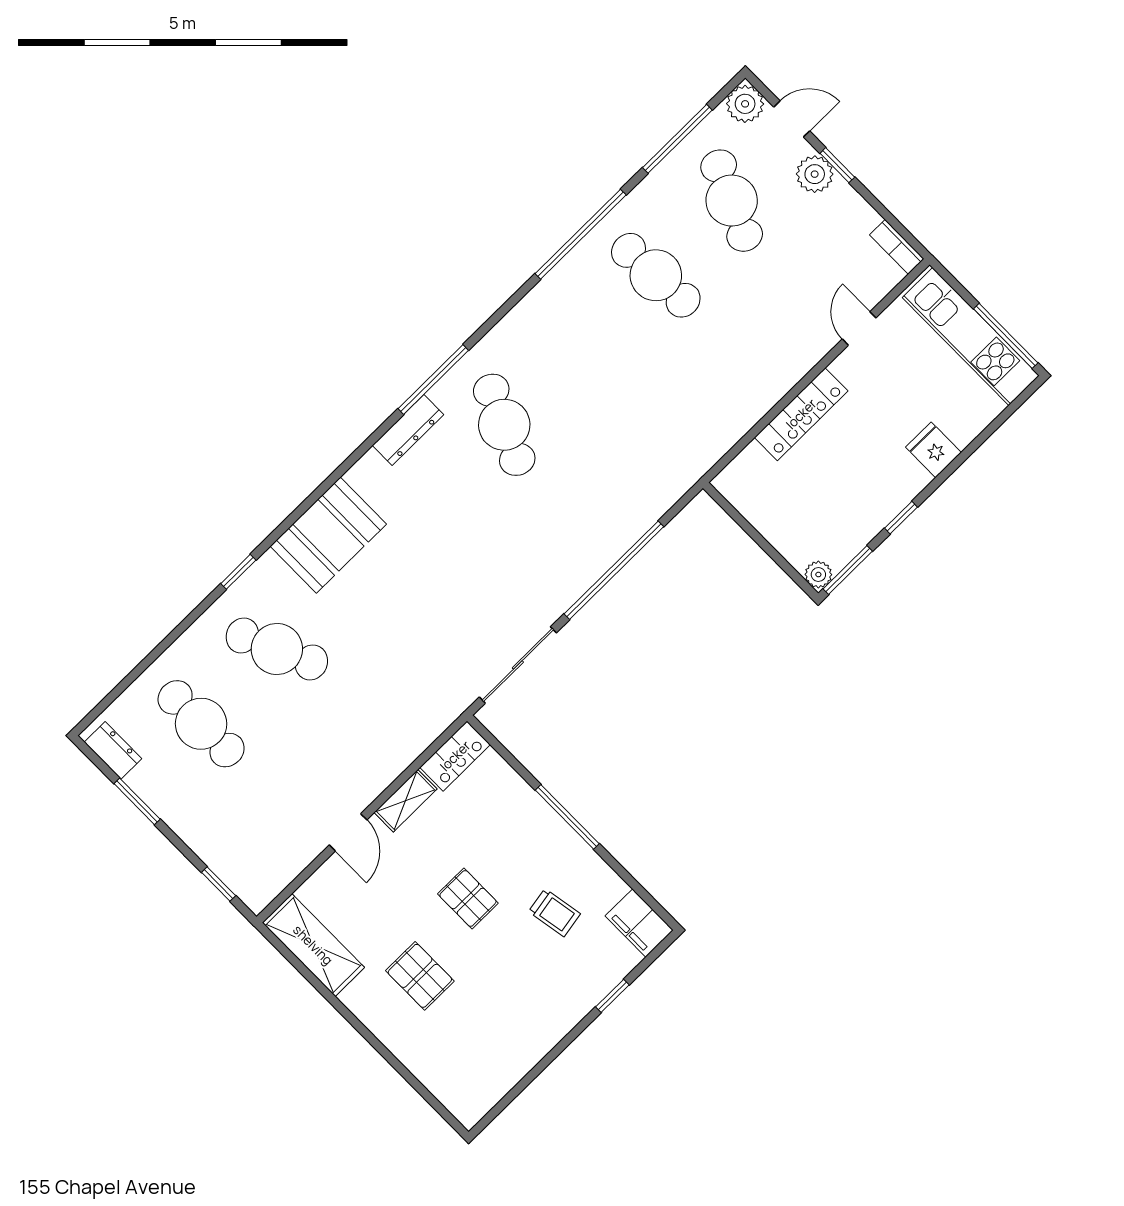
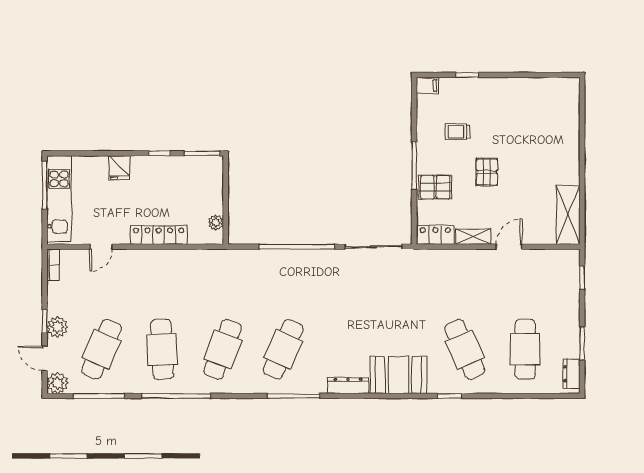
cafe table: (580, 350) -> (223, 349), added
dresser: (408, 430) -> (348, 386), moved
plant: (818, 575) -> (216, 223), moved
trolley: (554, 913) -> (458, 132), turned -80
filing cabinet: (639, 923) -> (427, 85), width x0.50
pallet: (420, 976) -> (435, 187), moved, turned 90

